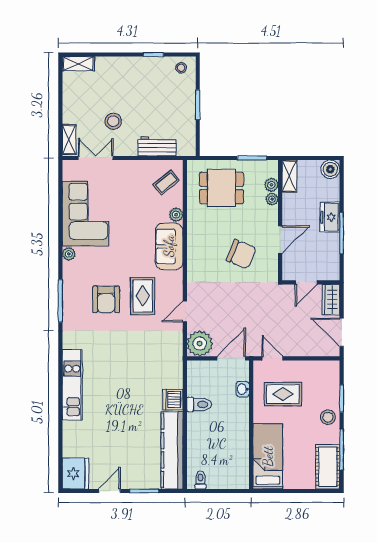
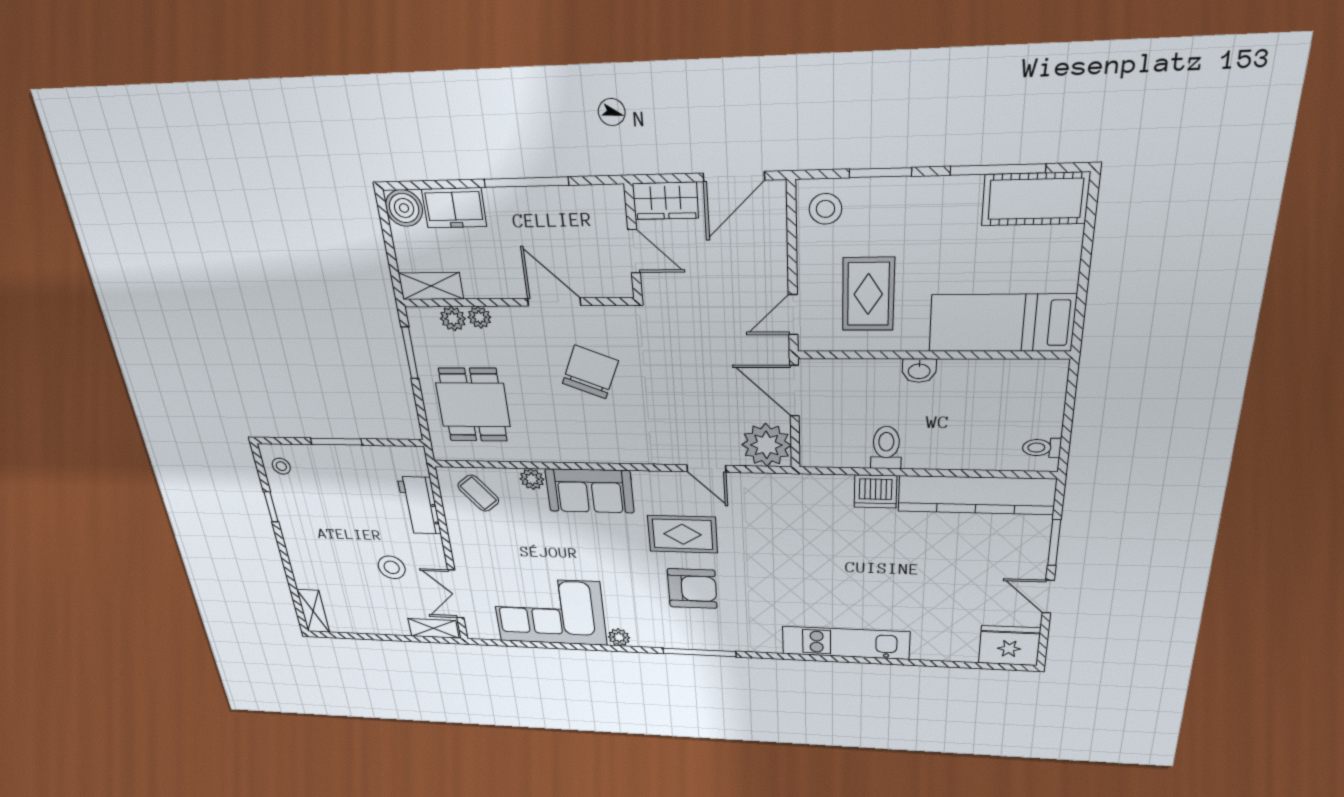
freezer: (330, 217) -> (454, 208), moved
washbasin: (243, 389) -> (919, 371), moved
stool: (328, 417) -> (825, 209), moved

